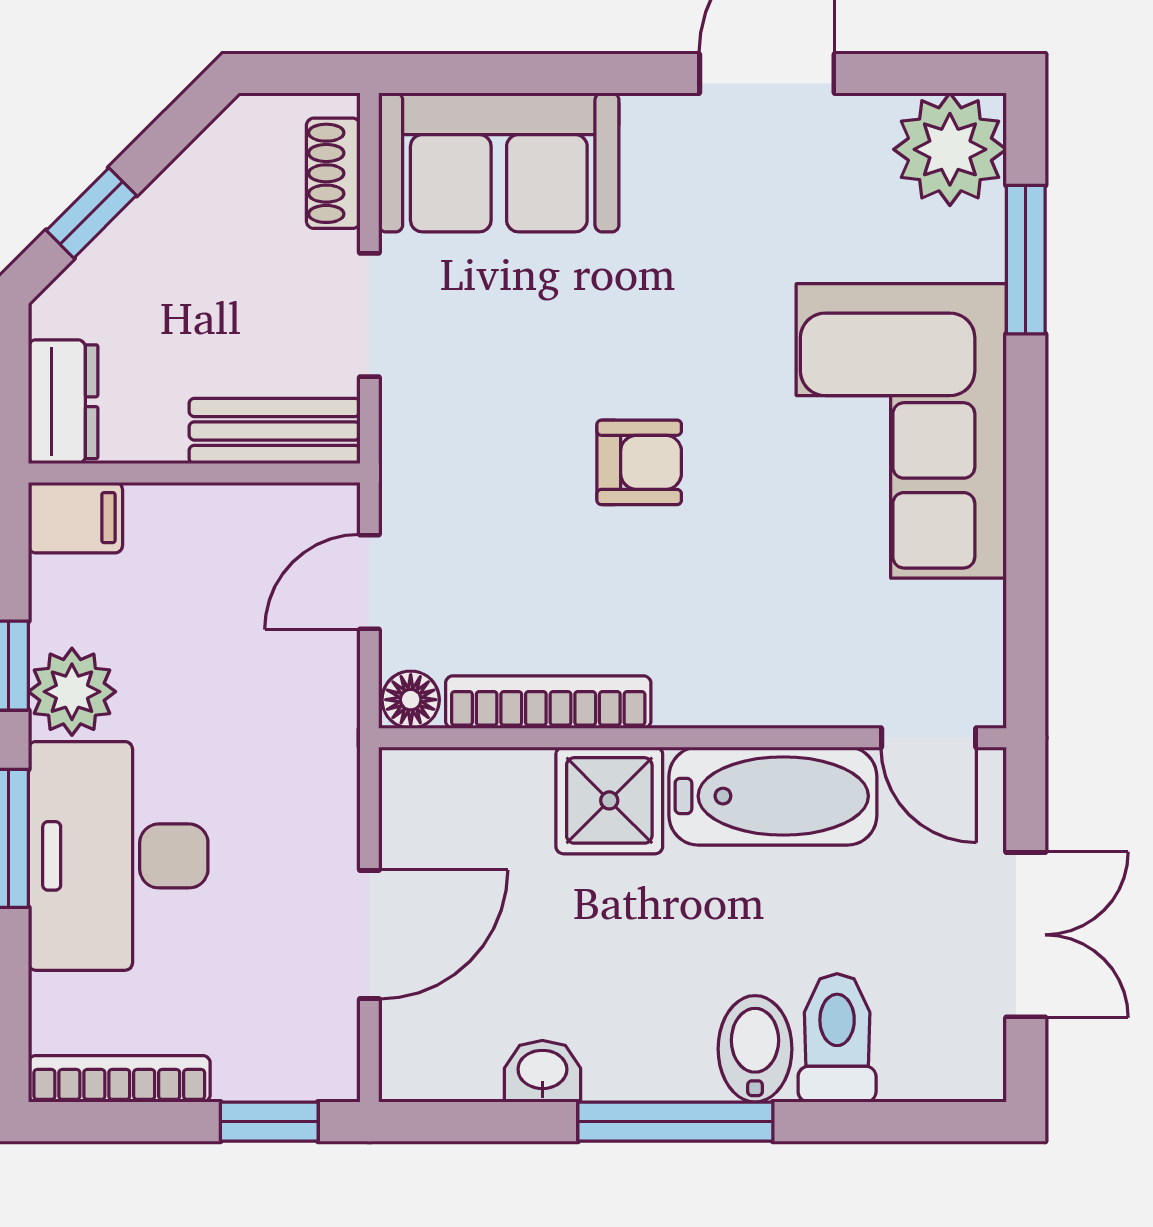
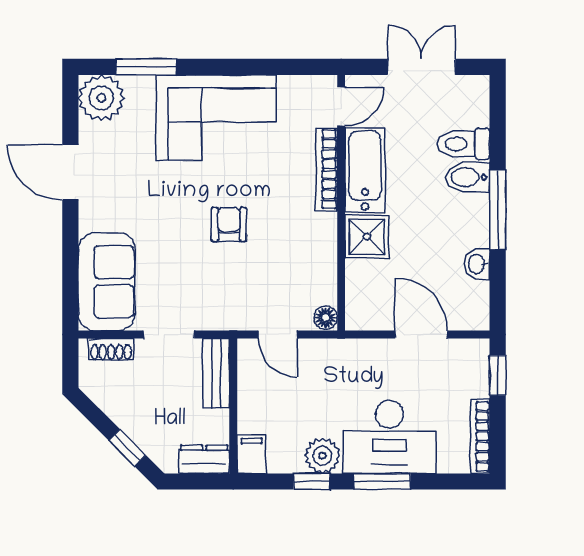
bookcase: (548, 702) -> (327, 169), moved

